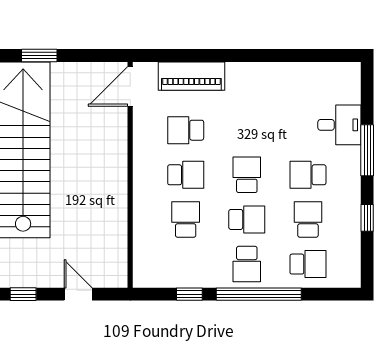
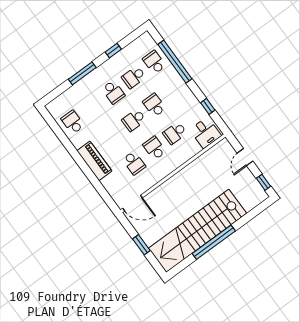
window: (39, 55) -> (141, 245), moved
piano: (191, 76) -> (94, 161), moved
desk: (339, 125) -> (205, 133), moved, turned 180
school desk: (247, 264) -> (73, 122), moved, turned -90
window: (259, 294) -> (175, 62), moved

